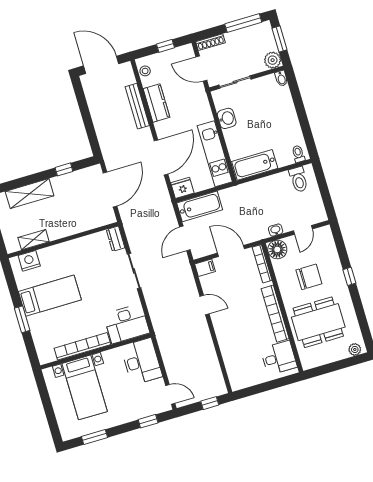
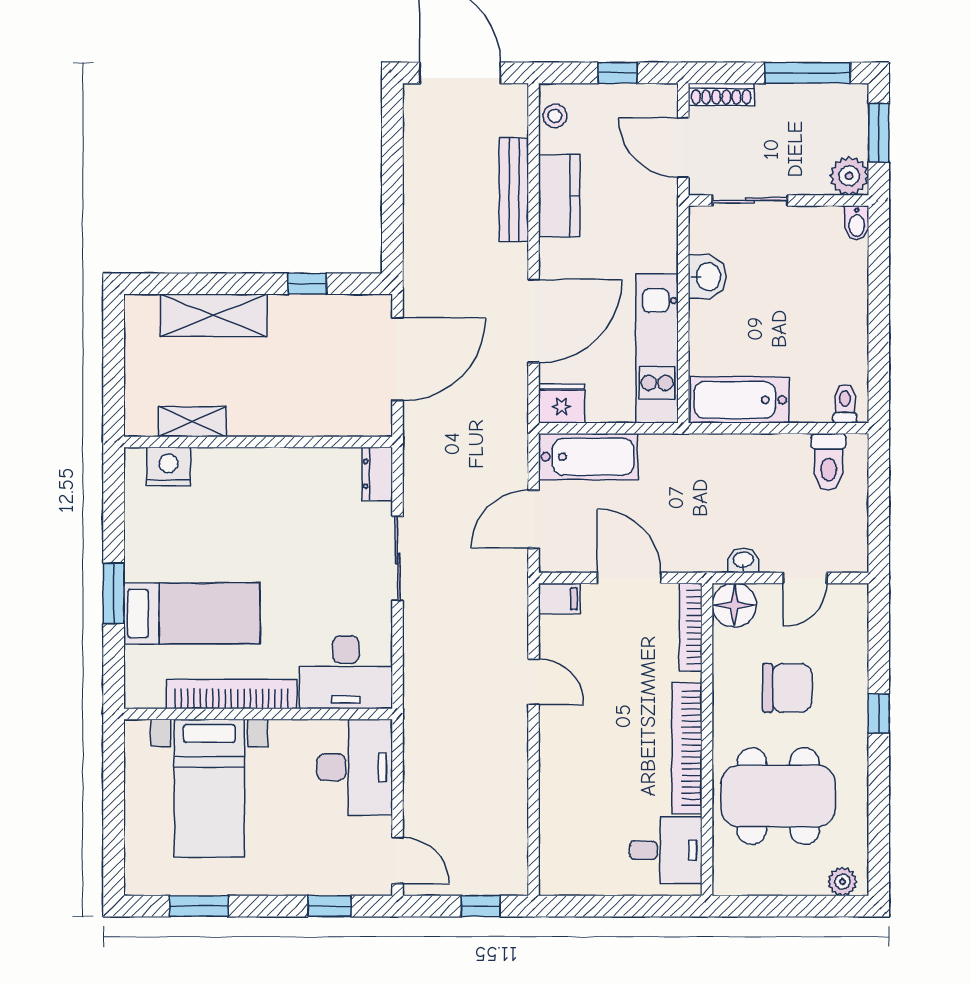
bed: (50, 296) -> (192, 614), moved

